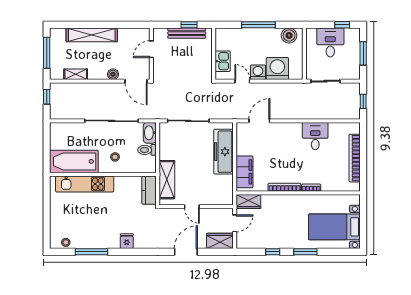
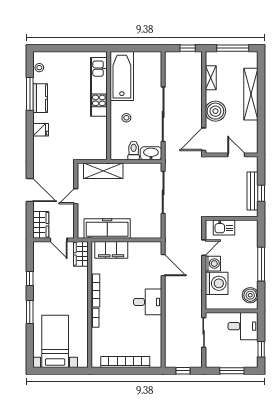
desk: (330, 42) -> (243, 326), moved
boiler: (113, 74) -> (215, 111), width x1.86, depth x1.86
desk: (315, 136) -> (148, 302), moved
freezer: (224, 152) -> (107, 228), moved
kitchen counter: (149, 190) -> (40, 98), moved, turned 90

